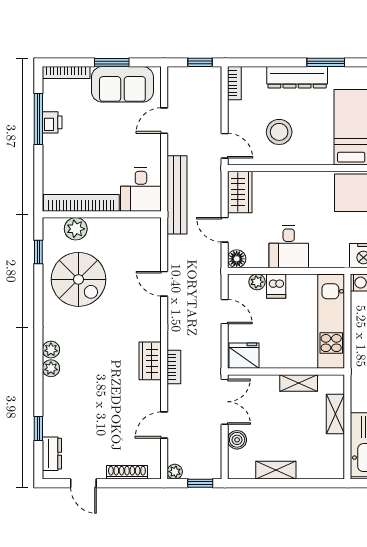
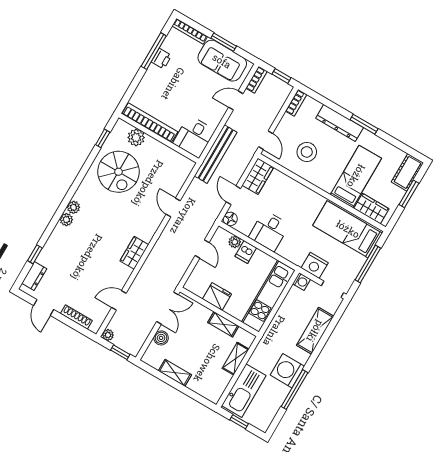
fridge: (244, 356) -> (217, 297), moved
bookcase: (174, 367) -> (256, 80), moved

